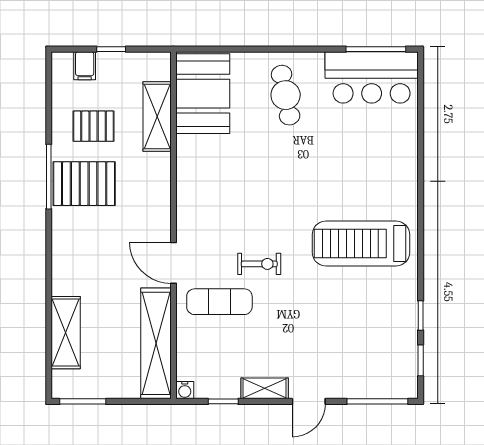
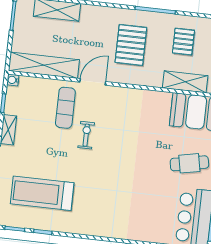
pallet: (84, 184) -> (131, 45), moved
treadmill: (361, 244) -> (42, 193), moved, turned -90
exercise bike: (259, 264) -> (86, 135), turned 180

